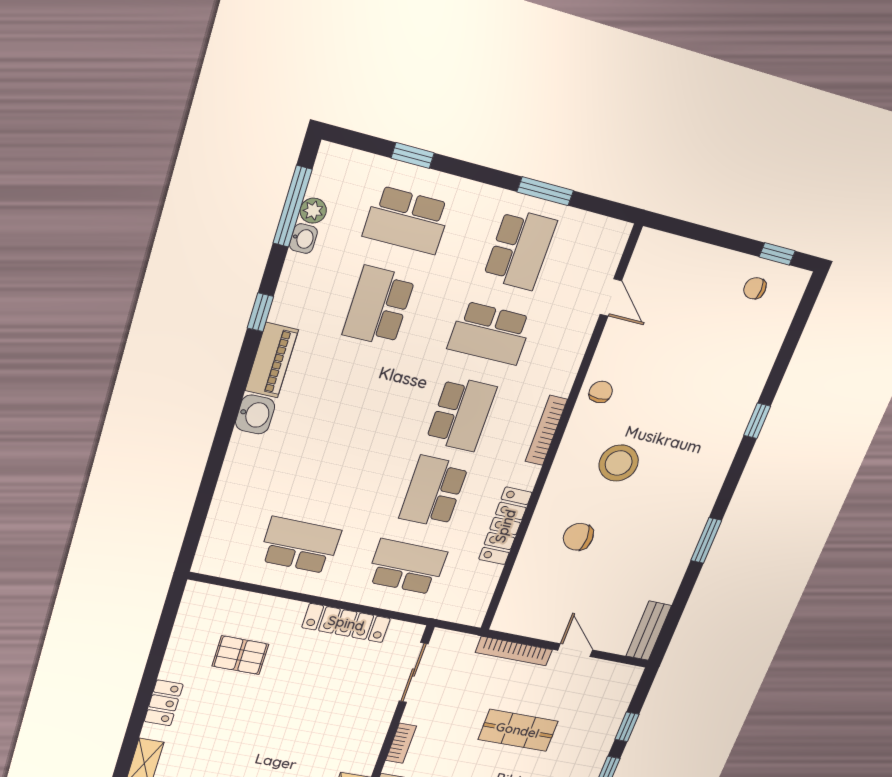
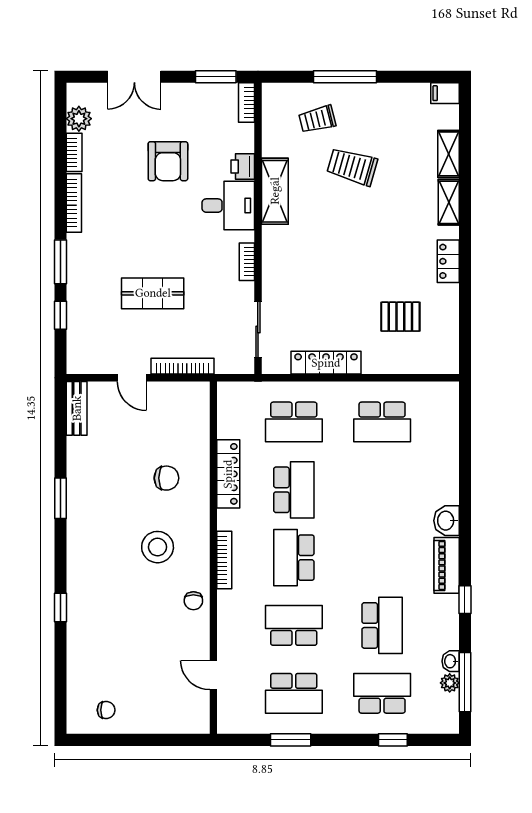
school desk: (520, 250) -> (294, 693), turned -90
window: (777, 254) -> (100, 740), removed

